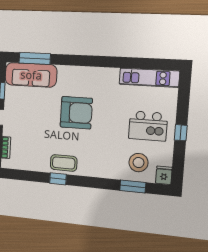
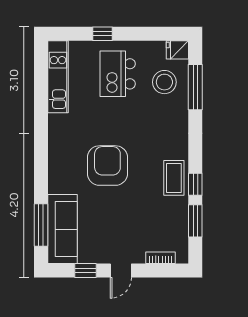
kitchen island: (148, 126) -> (118, 74), turned 180
window: (181, 133) -> (103, 34), moved
window: (31, 176) -> (195, 221), added
window: (133, 186) -> (195, 87), width x1.44

